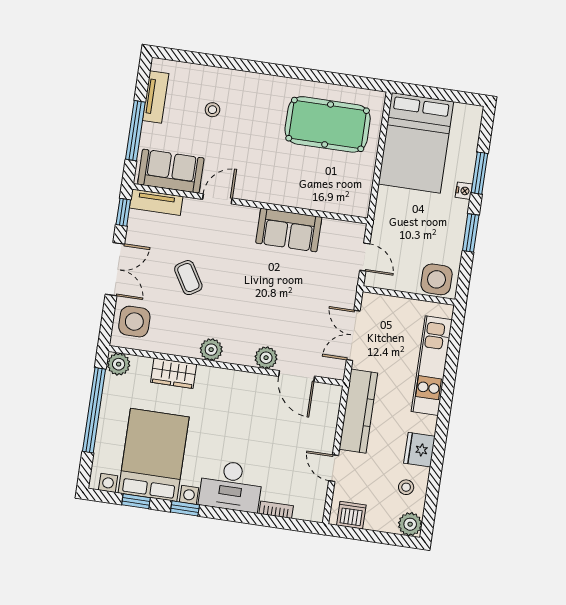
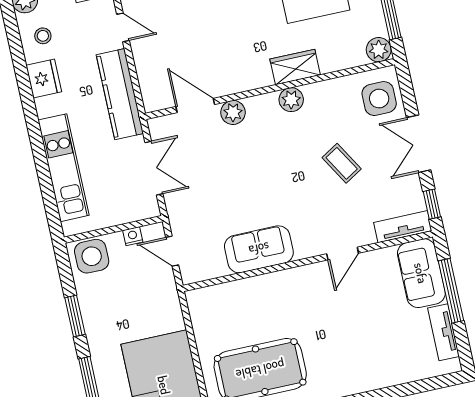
stool: (212, 110) -> (381, 341), removed
sofa: (171, 171) -> (421, 273), moved, turned 90
nightstand: (464, 191) -> (133, 236), moved, turned 90
wardrobe: (174, 373) -> (295, 67), moved

